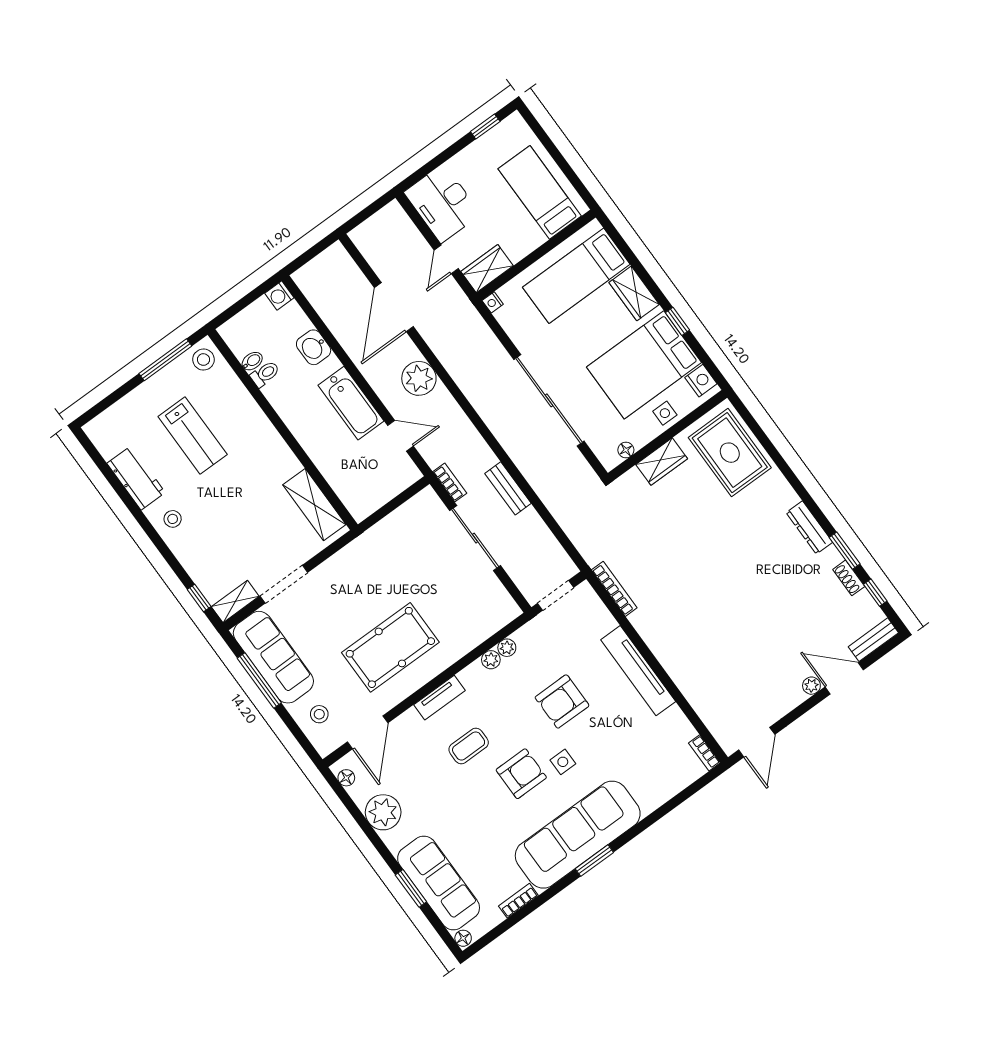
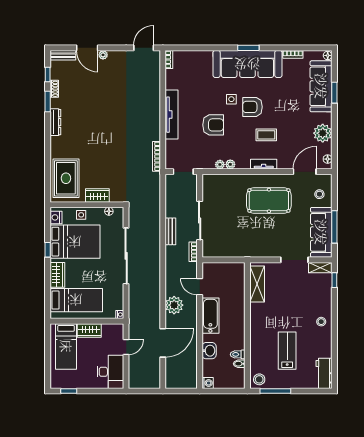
wardrobe: (487, 269) -> (89, 331), moved
workbench: (136, 478) -> (324, 373), moved

